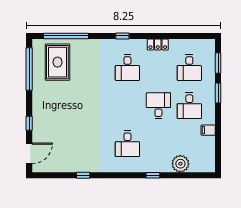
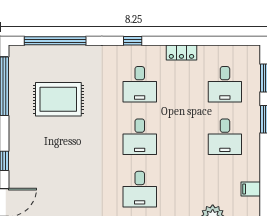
rug: (57, 62) -> (58, 99), moved, turned 90
desk: (158, 106) -> (140, 137), moved, turned 180
filing cabinet: (208, 130) -> (251, 189), moved

